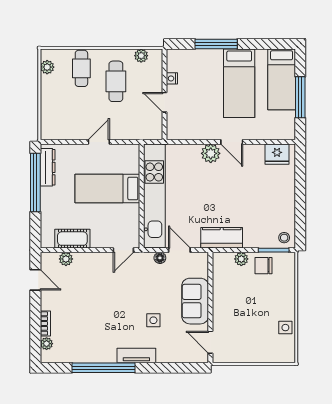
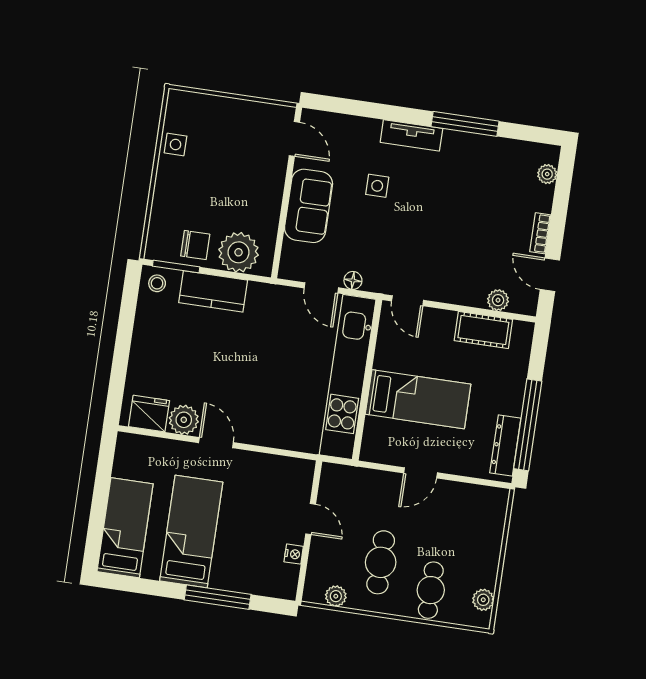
window: (300, 97) -> (100, 496), removed
plant: (211, 153) -> (184, 420), moved
kitchen counter: (222, 238) -> (213, 291), moved
door: (123, 250) -> (408, 301), swing flipped
plant: (241, 259) -> (239, 252), width x1.88, depth x1.88
bookcase: (45, 323) -> (540, 233), moved
window: (103, 368) -> (465, 124), width x0.68

